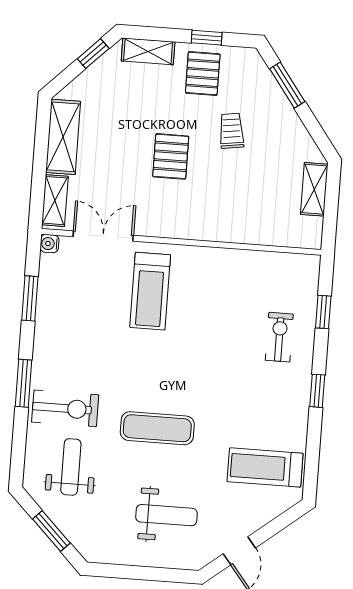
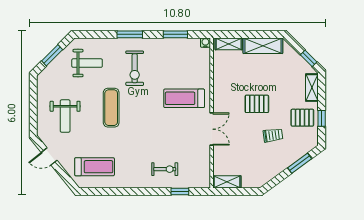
shelving: (314, 189) -> (227, 182), moved
double door: (103, 236) -> (212, 129), moved
window: (317, 391) -> (138, 192), removed
exercise bike: (65, 408) -> (135, 68), moved
treadmill: (265, 467) -> (95, 167), turned 90

